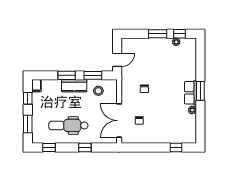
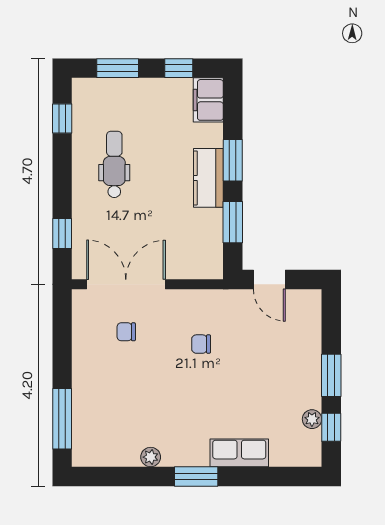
filing cabinet: (36, 86) -> (208, 100), width x2.00
stool: (98, 91) -> (196, 235), removed
row of seats: (190, 93) -> (239, 453), moved
dental chair: (68, 125) -> (114, 164), width x0.73, depth x0.72
window: (85, 148) -> (62, 233), moved
window: (176, 148) -> (62, 419), width x2.17

